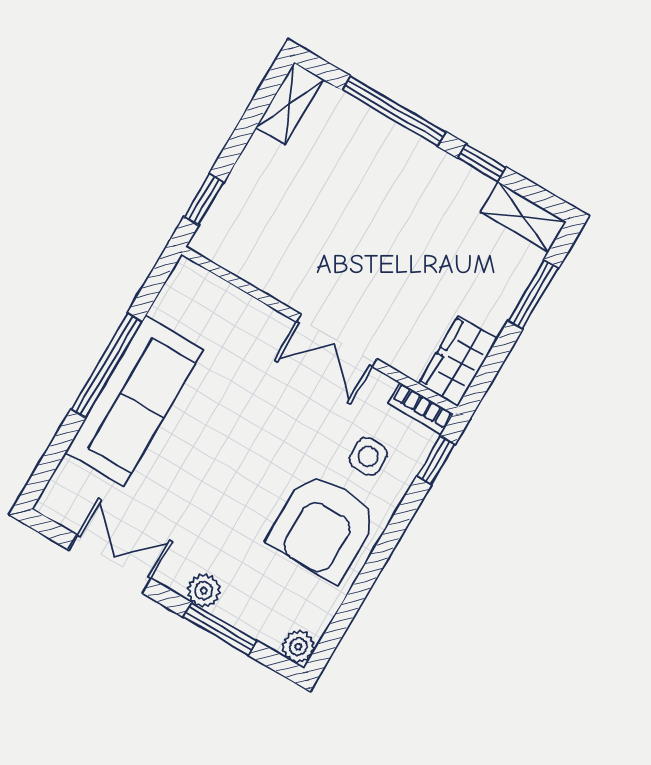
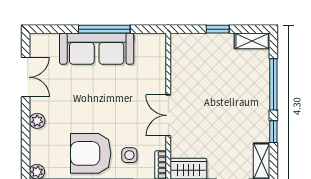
window: (204, 200) -> (218, 29), moved
window: (220, 629) -> (26, 136), removed

